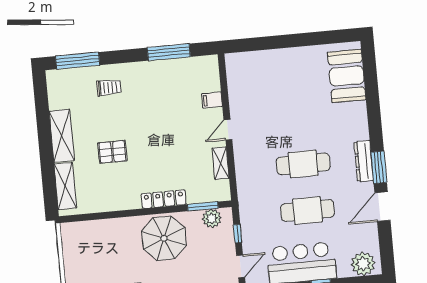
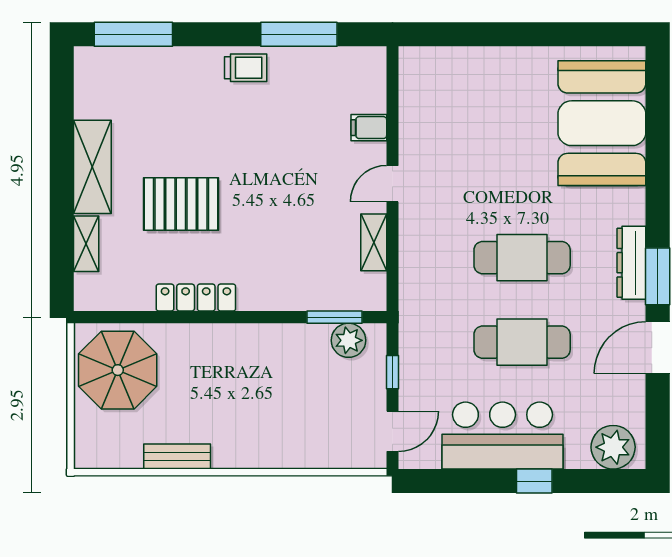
booth: (347, 76) -> (602, 123), width x1.36, depth x1.42
trolley: (109, 88) -> (246, 68), moved
pallet: (112, 152) -> (181, 204), width x1.50, depth x1.42
shelving: (65, 186) -> (86, 244), width x0.67, depth x0.75
locker: (164, 199) -> (196, 298), moved
parasol: (164, 238) -> (118, 370), moved

